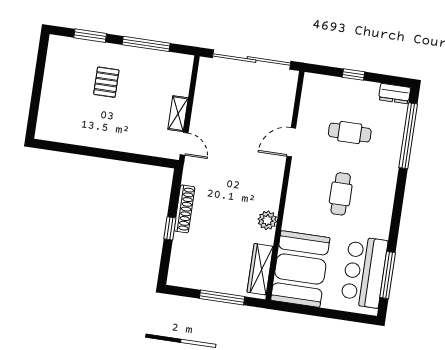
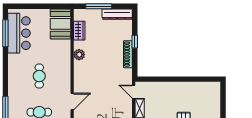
wardrobe: (260, 269) -> (79, 31), width x0.67
booth: (300, 269) -> (60, 24), width x0.73, depth x0.70
dresser: (193, 280) -> (117, 14), added

